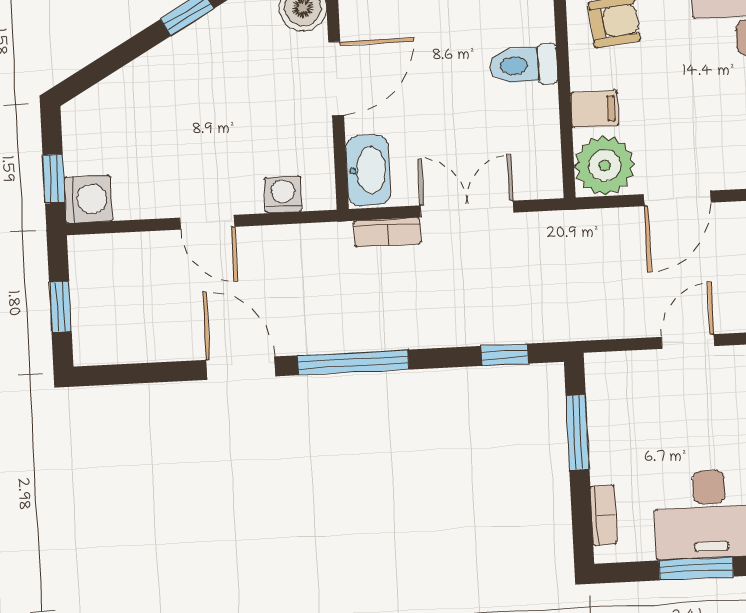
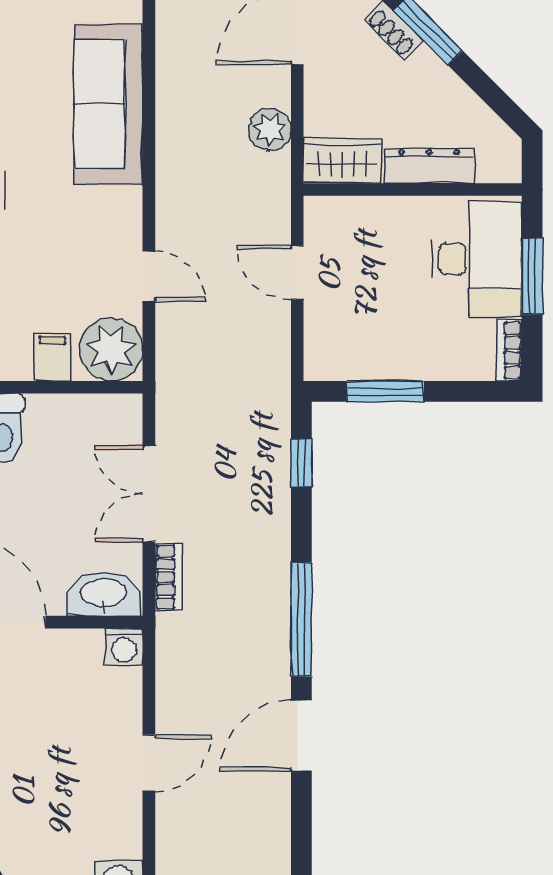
washing machine: (283, 194) -> (124, 647), moved, turned -90
door: (677, 198) -> (149, 276), width x0.73
bookcase: (604, 515) -> (510, 350), moved, turned -90

